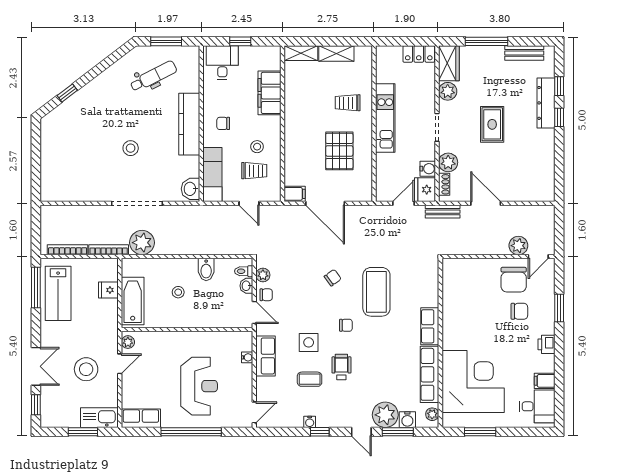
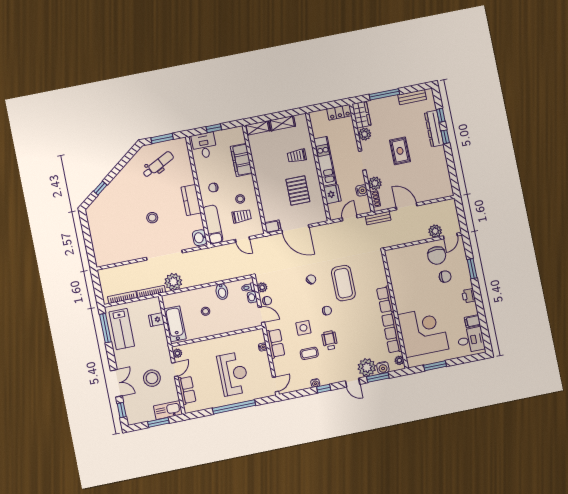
kitchen counter: (189, 124) -> (191, 200), width x0.67
fridge: (425, 190) -> (332, 194), moved, turned 180
row of seats: (141, 418) -> (187, 390), moved, turned 90

